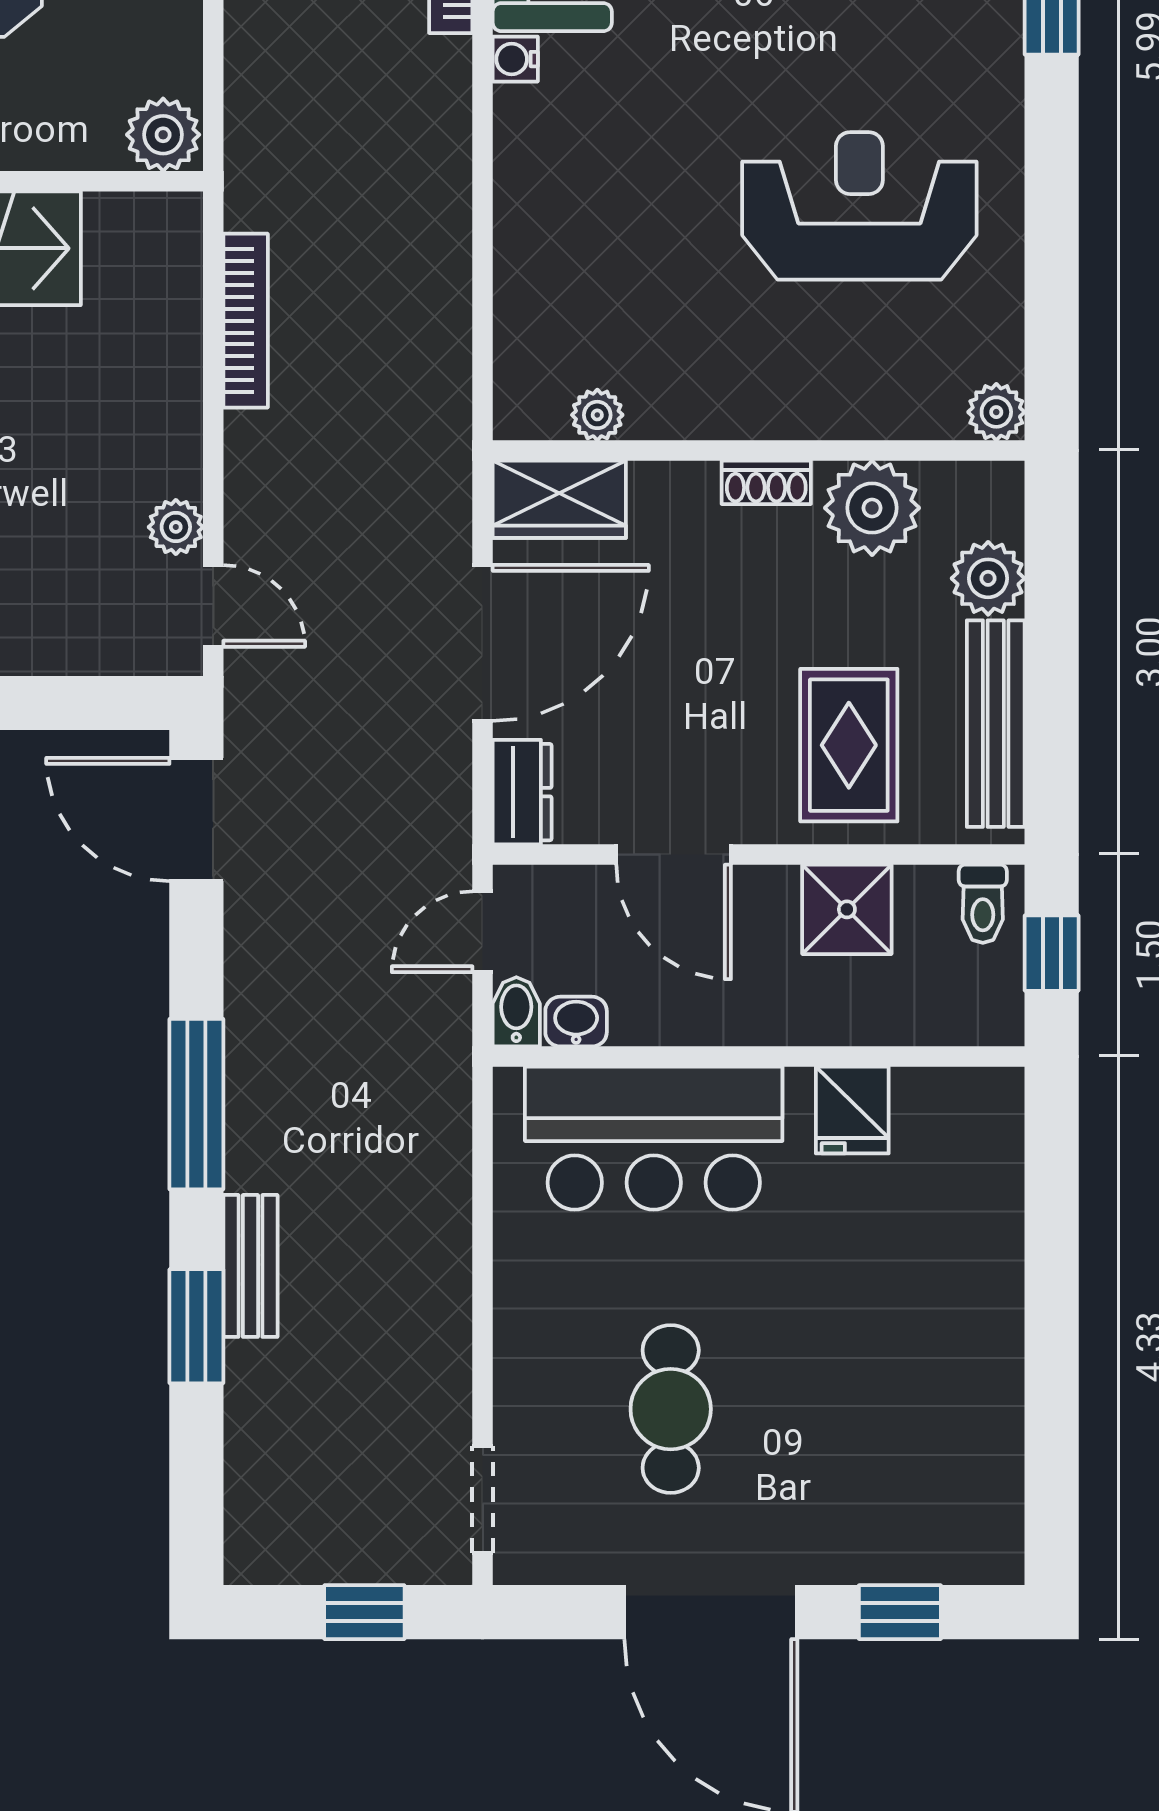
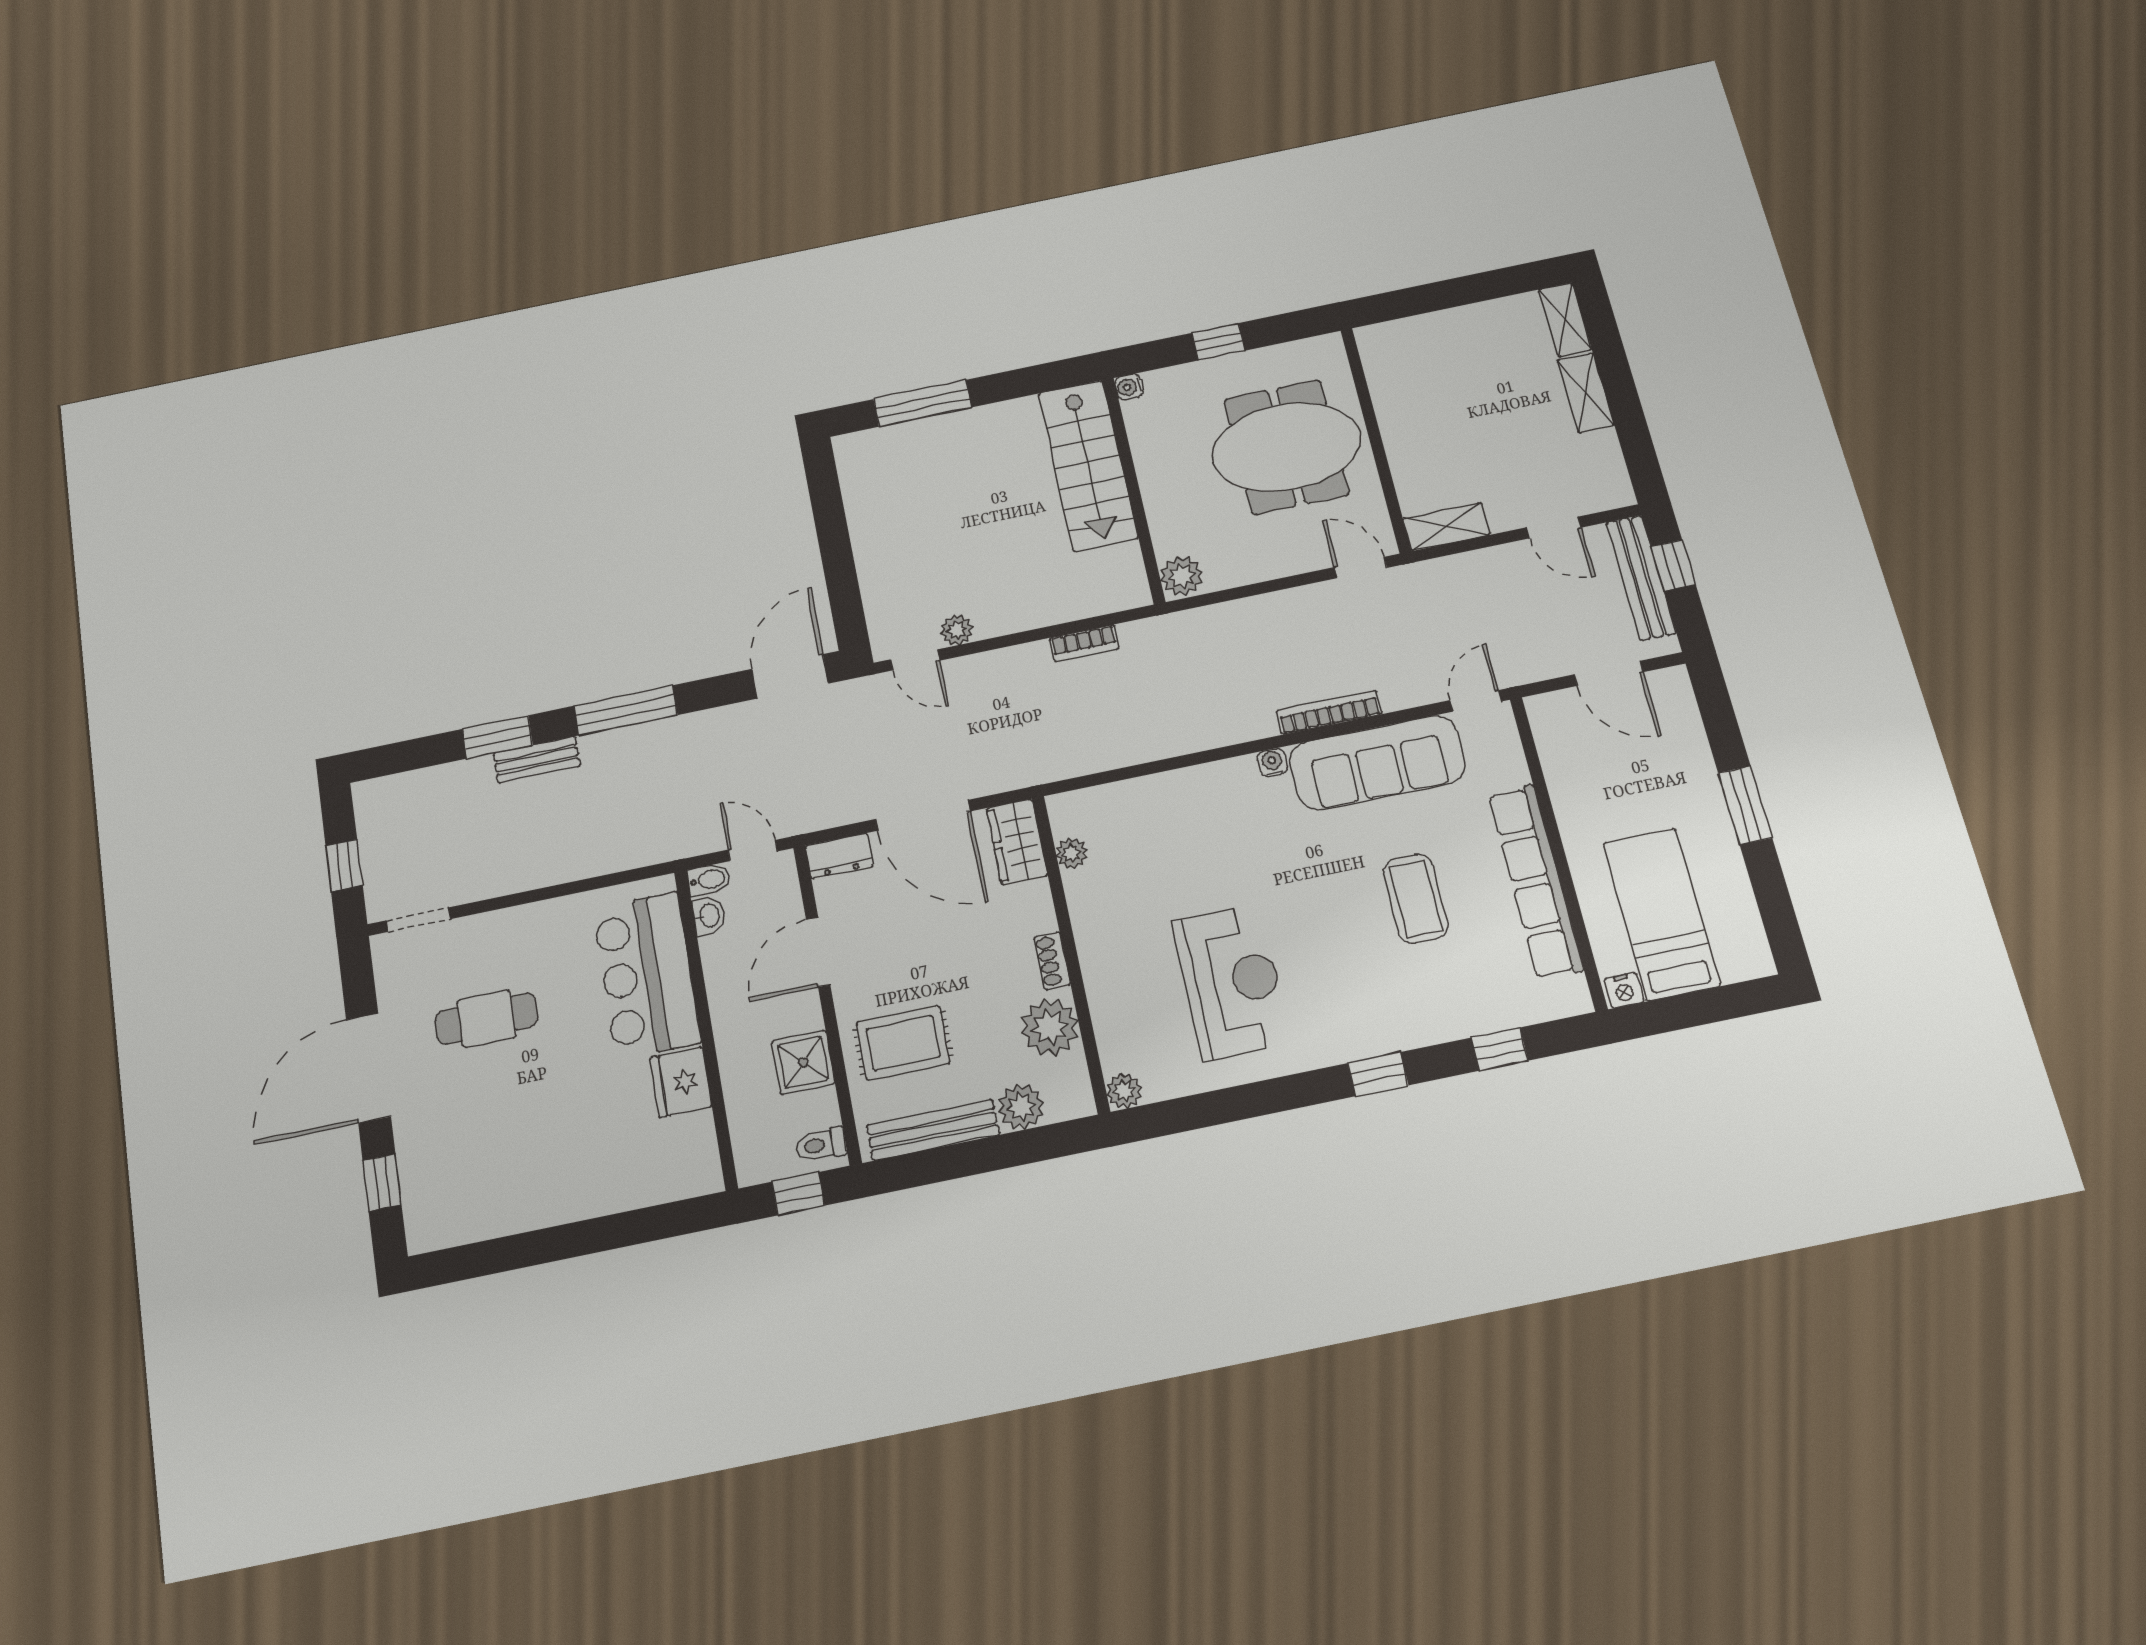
bookcase: (246, 321) -> (1084, 643), width x0.64
door: (213, 606) -> (915, 660), hinge flipped
fridge: (852, 1110) -> (681, 1082), width x1.38

